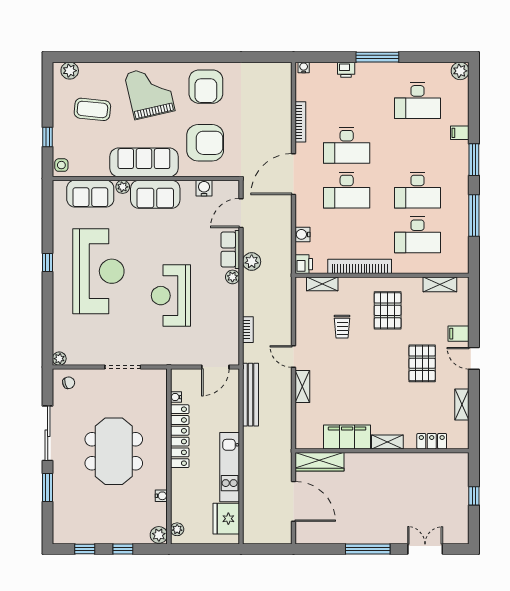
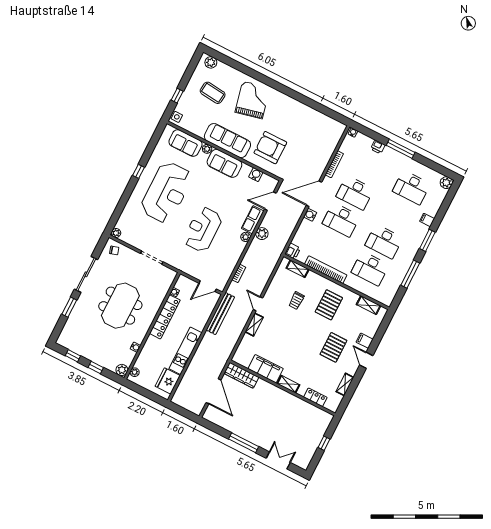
armchair: (206, 87) -> (288, 114), removed
armchair: (205, 143) -> (270, 148), turned 180
water cooler: (303, 234) -> (310, 215), moved

